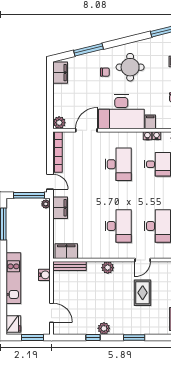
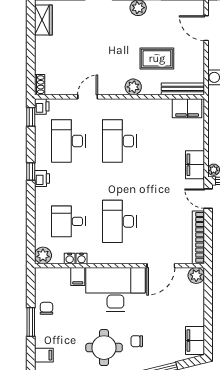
rug: (143, 293) -> (157, 58), moved, turned 90

